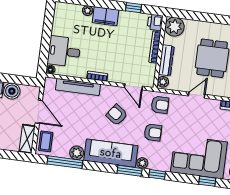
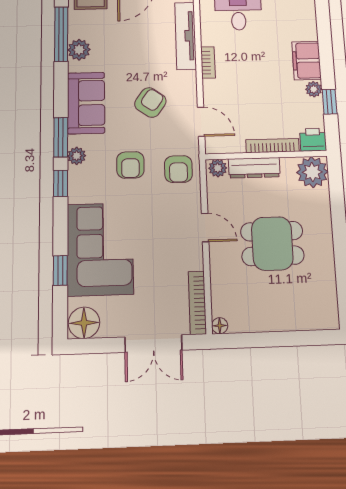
plant: (88, 11) -> (314, 89), moved
door: (133, 87) -> (201, 122), swing flipped
sofa: (111, 153) -> (86, 103), width x0.73

